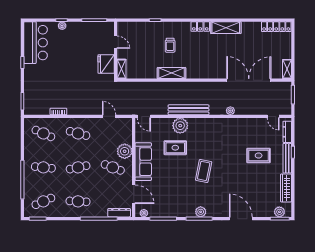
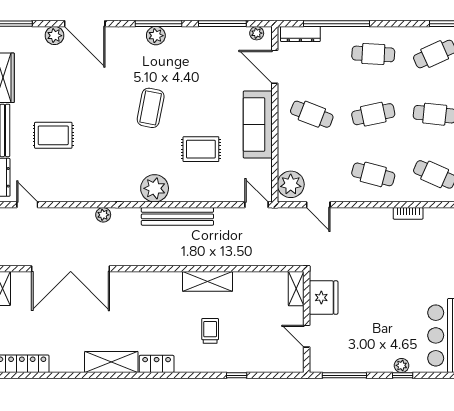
plant: (180, 126) -> (155, 188), moved
plant: (125, 151) -> (291, 184), moved
plant: (279, 212) -> (55, 36), moved

